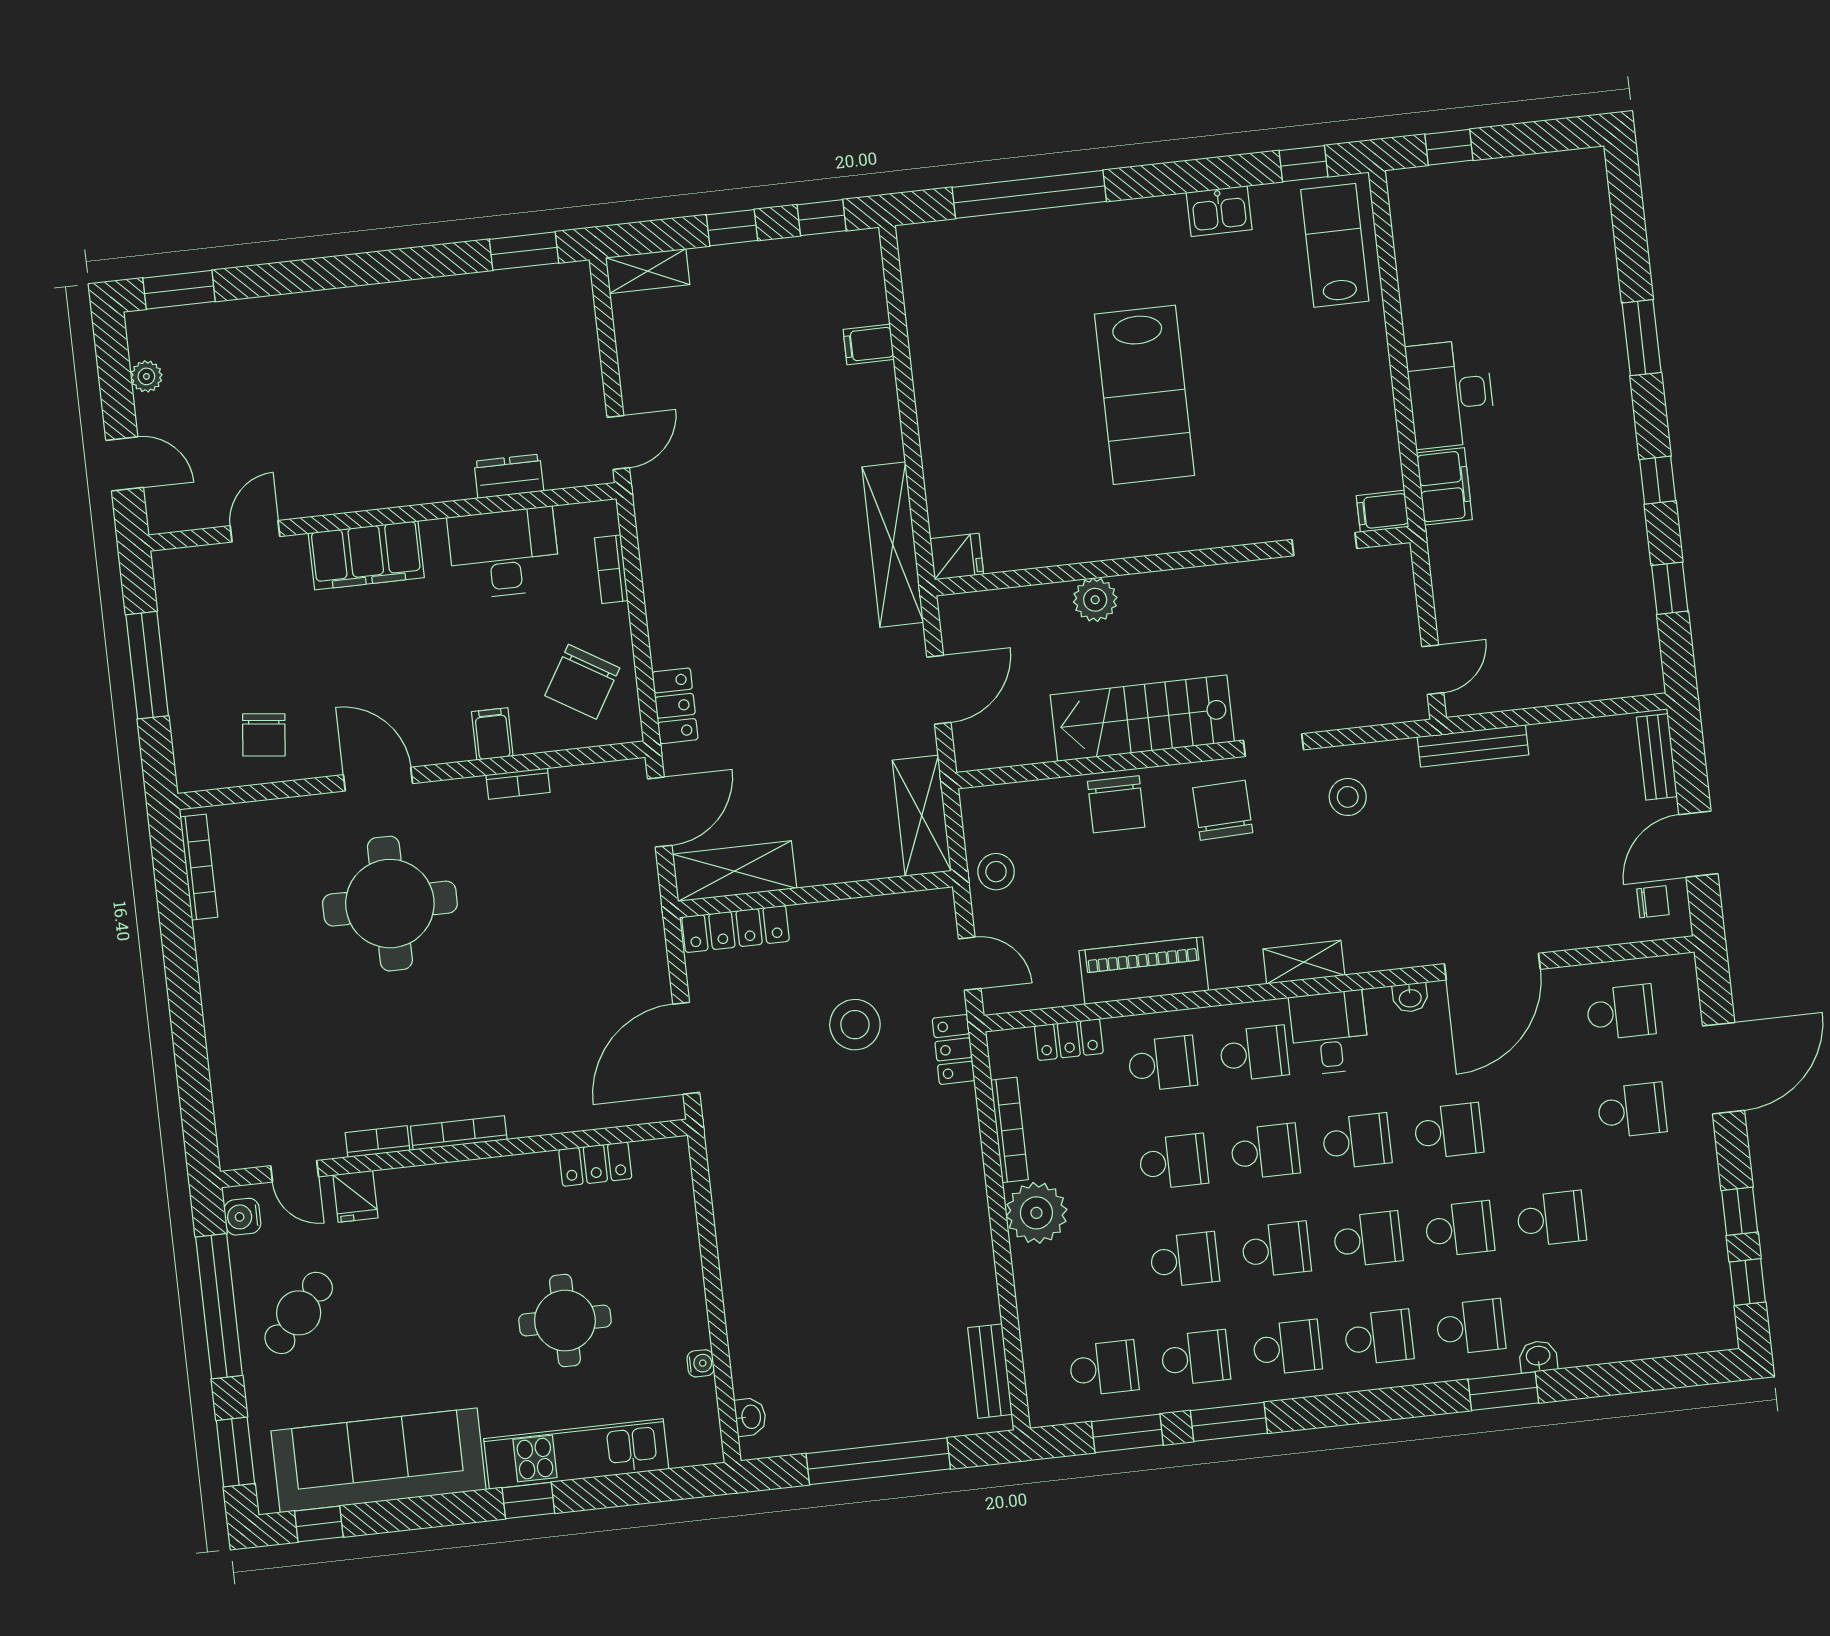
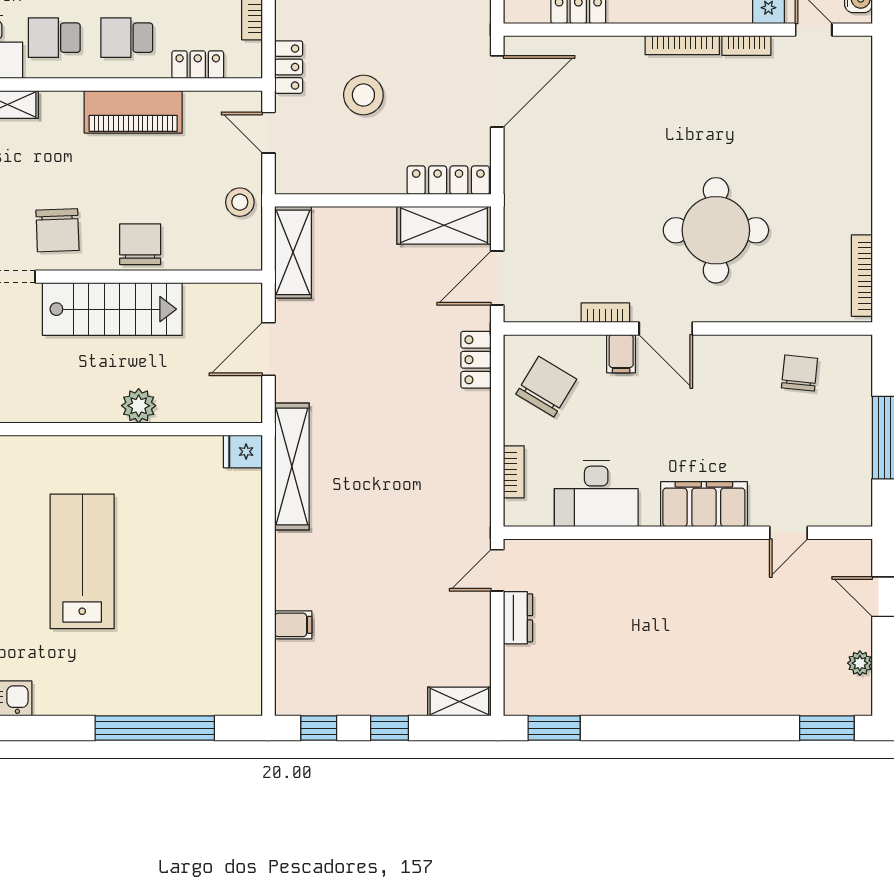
dresser: (509, 476) -> (518, 618), moved, turned -90
door: (378, 779) -> (666, 328), moved

